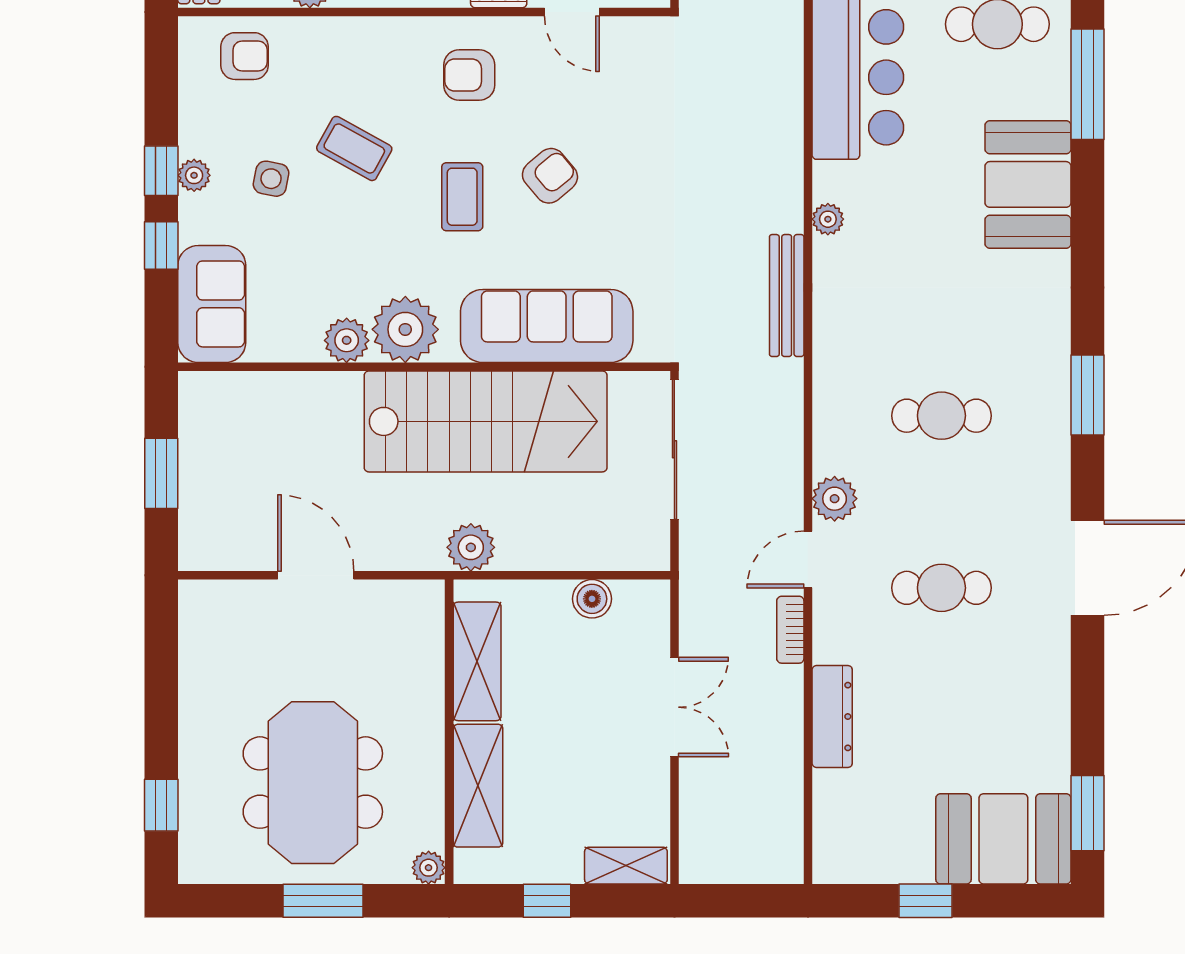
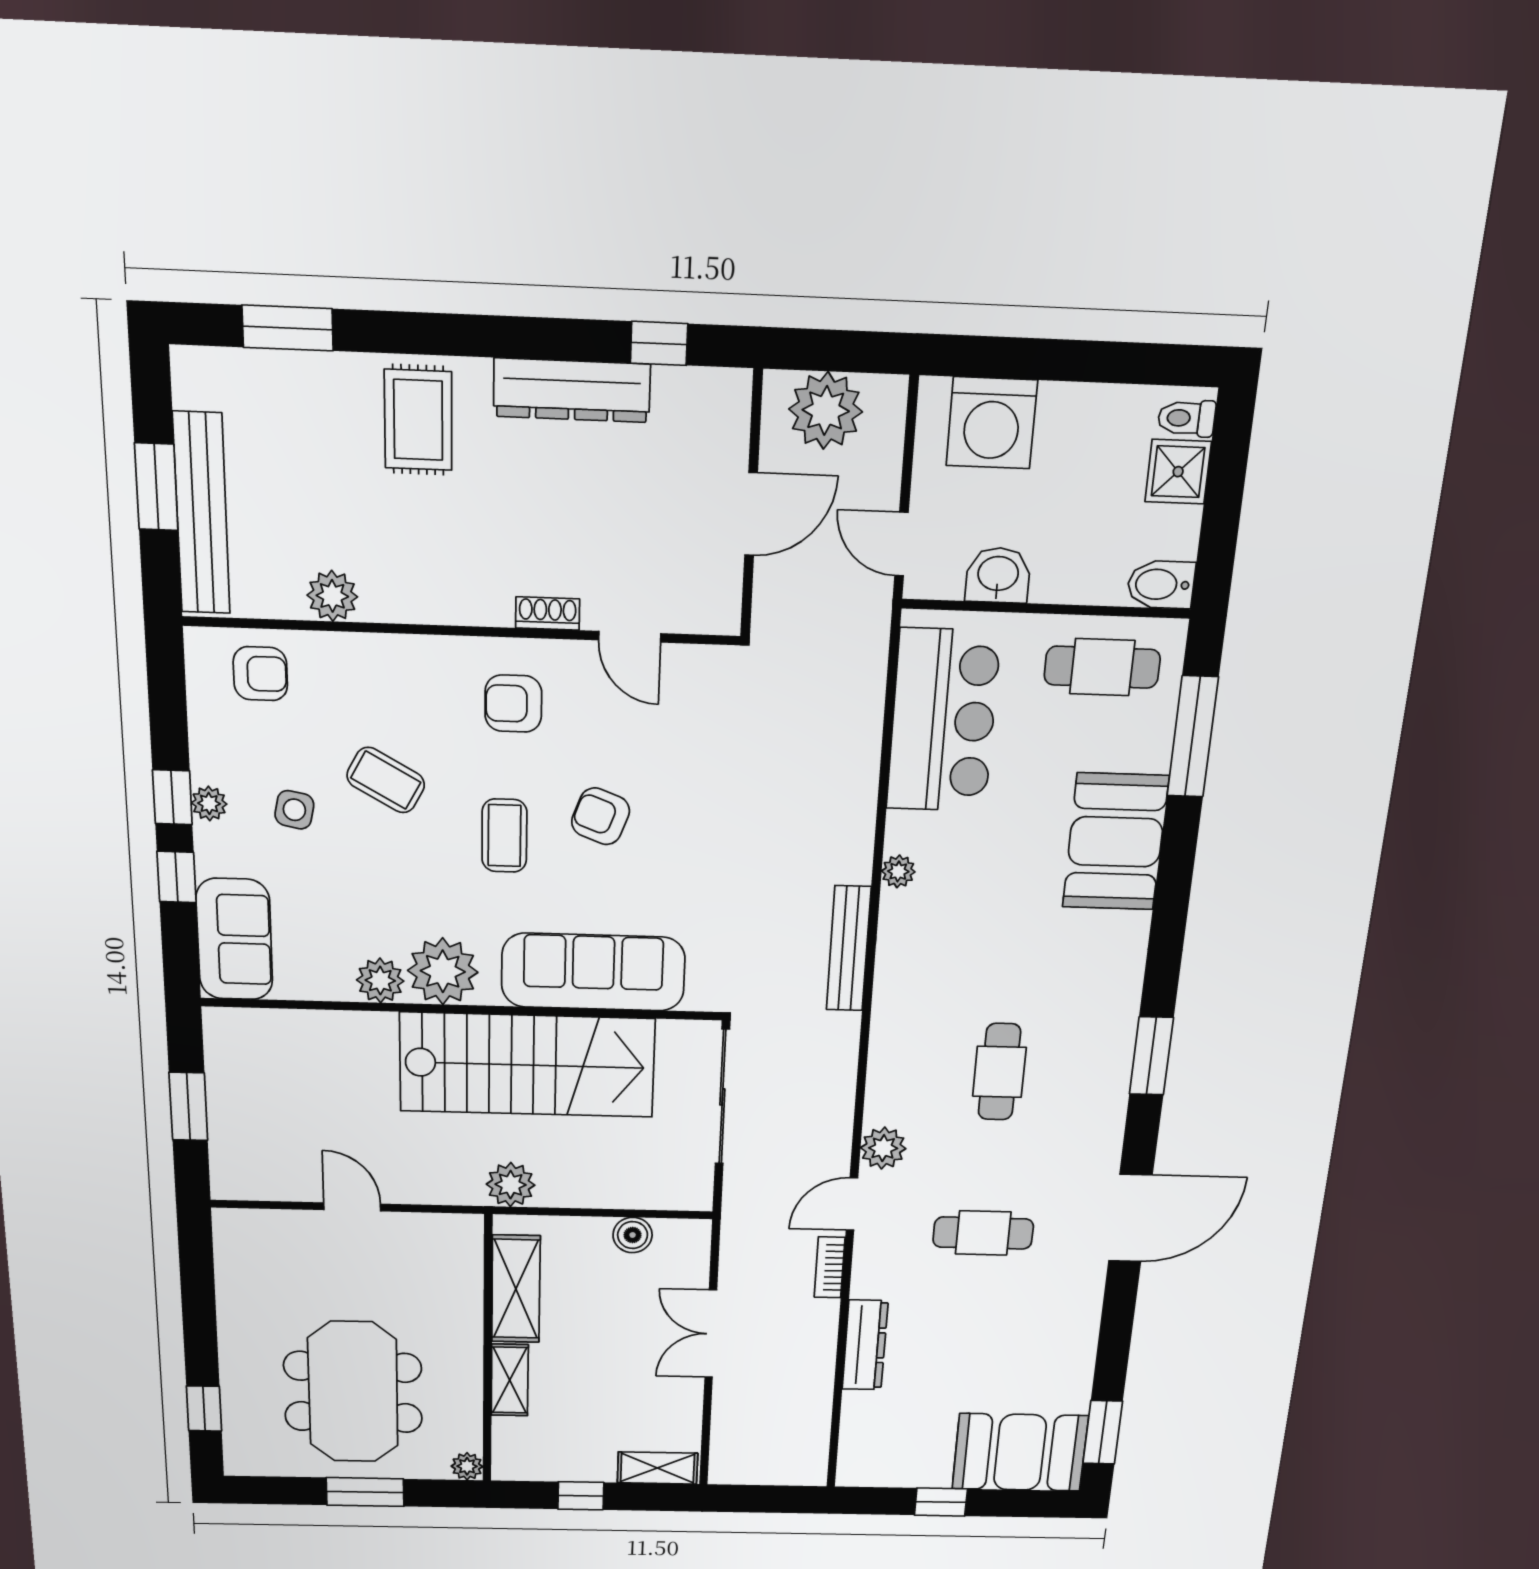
armchair: (550, 176) -> (601, 816), turned -119
cafe table: (941, 416) -> (999, 1072), turned 90
door: (316, 575) -> (352, 1207), width x0.73
double door: (674, 707) -> (711, 1334), swing flipped
shelving: (478, 786) -> (510, 1380), width x0.67, depth x0.75

